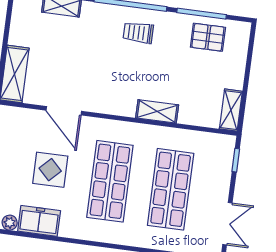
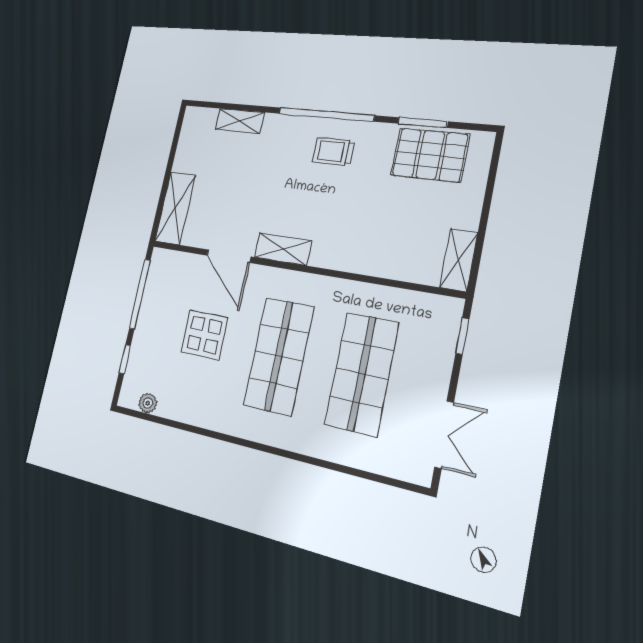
window: (202, 14) -> (423, 123), width x0.69
pallet: (208, 37) -> (430, 155), width x1.50, depth x1.42
shelving: (157, 111) -> (283, 249), moved
freezer: (39, 221) -> (183, 404), removed

